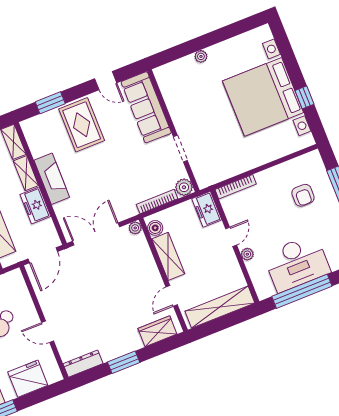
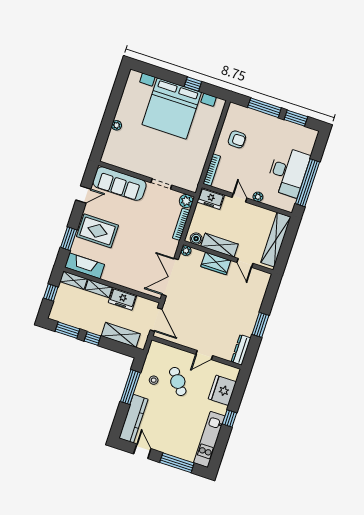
fireplace: (52, 179) -> (85, 266), moved
armchair: (303, 195) -> (237, 139), moved
wardrobe: (157, 331) -> (216, 263), moved, turned -90

